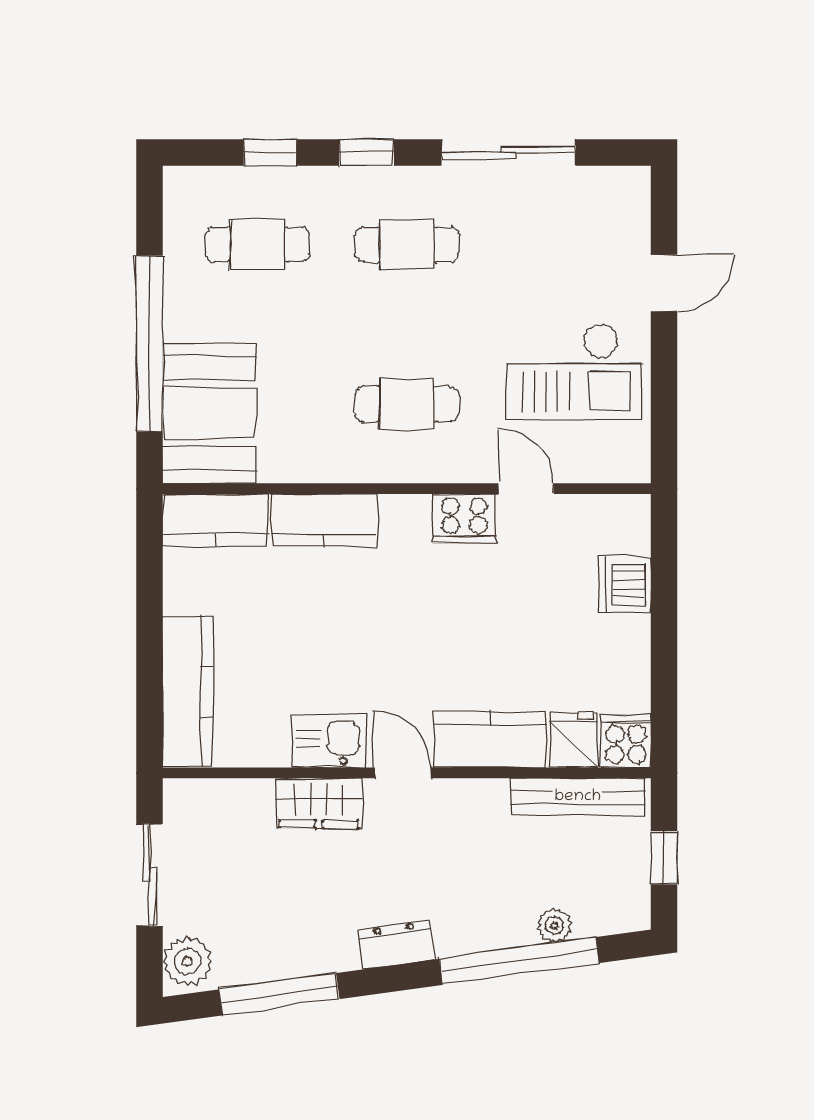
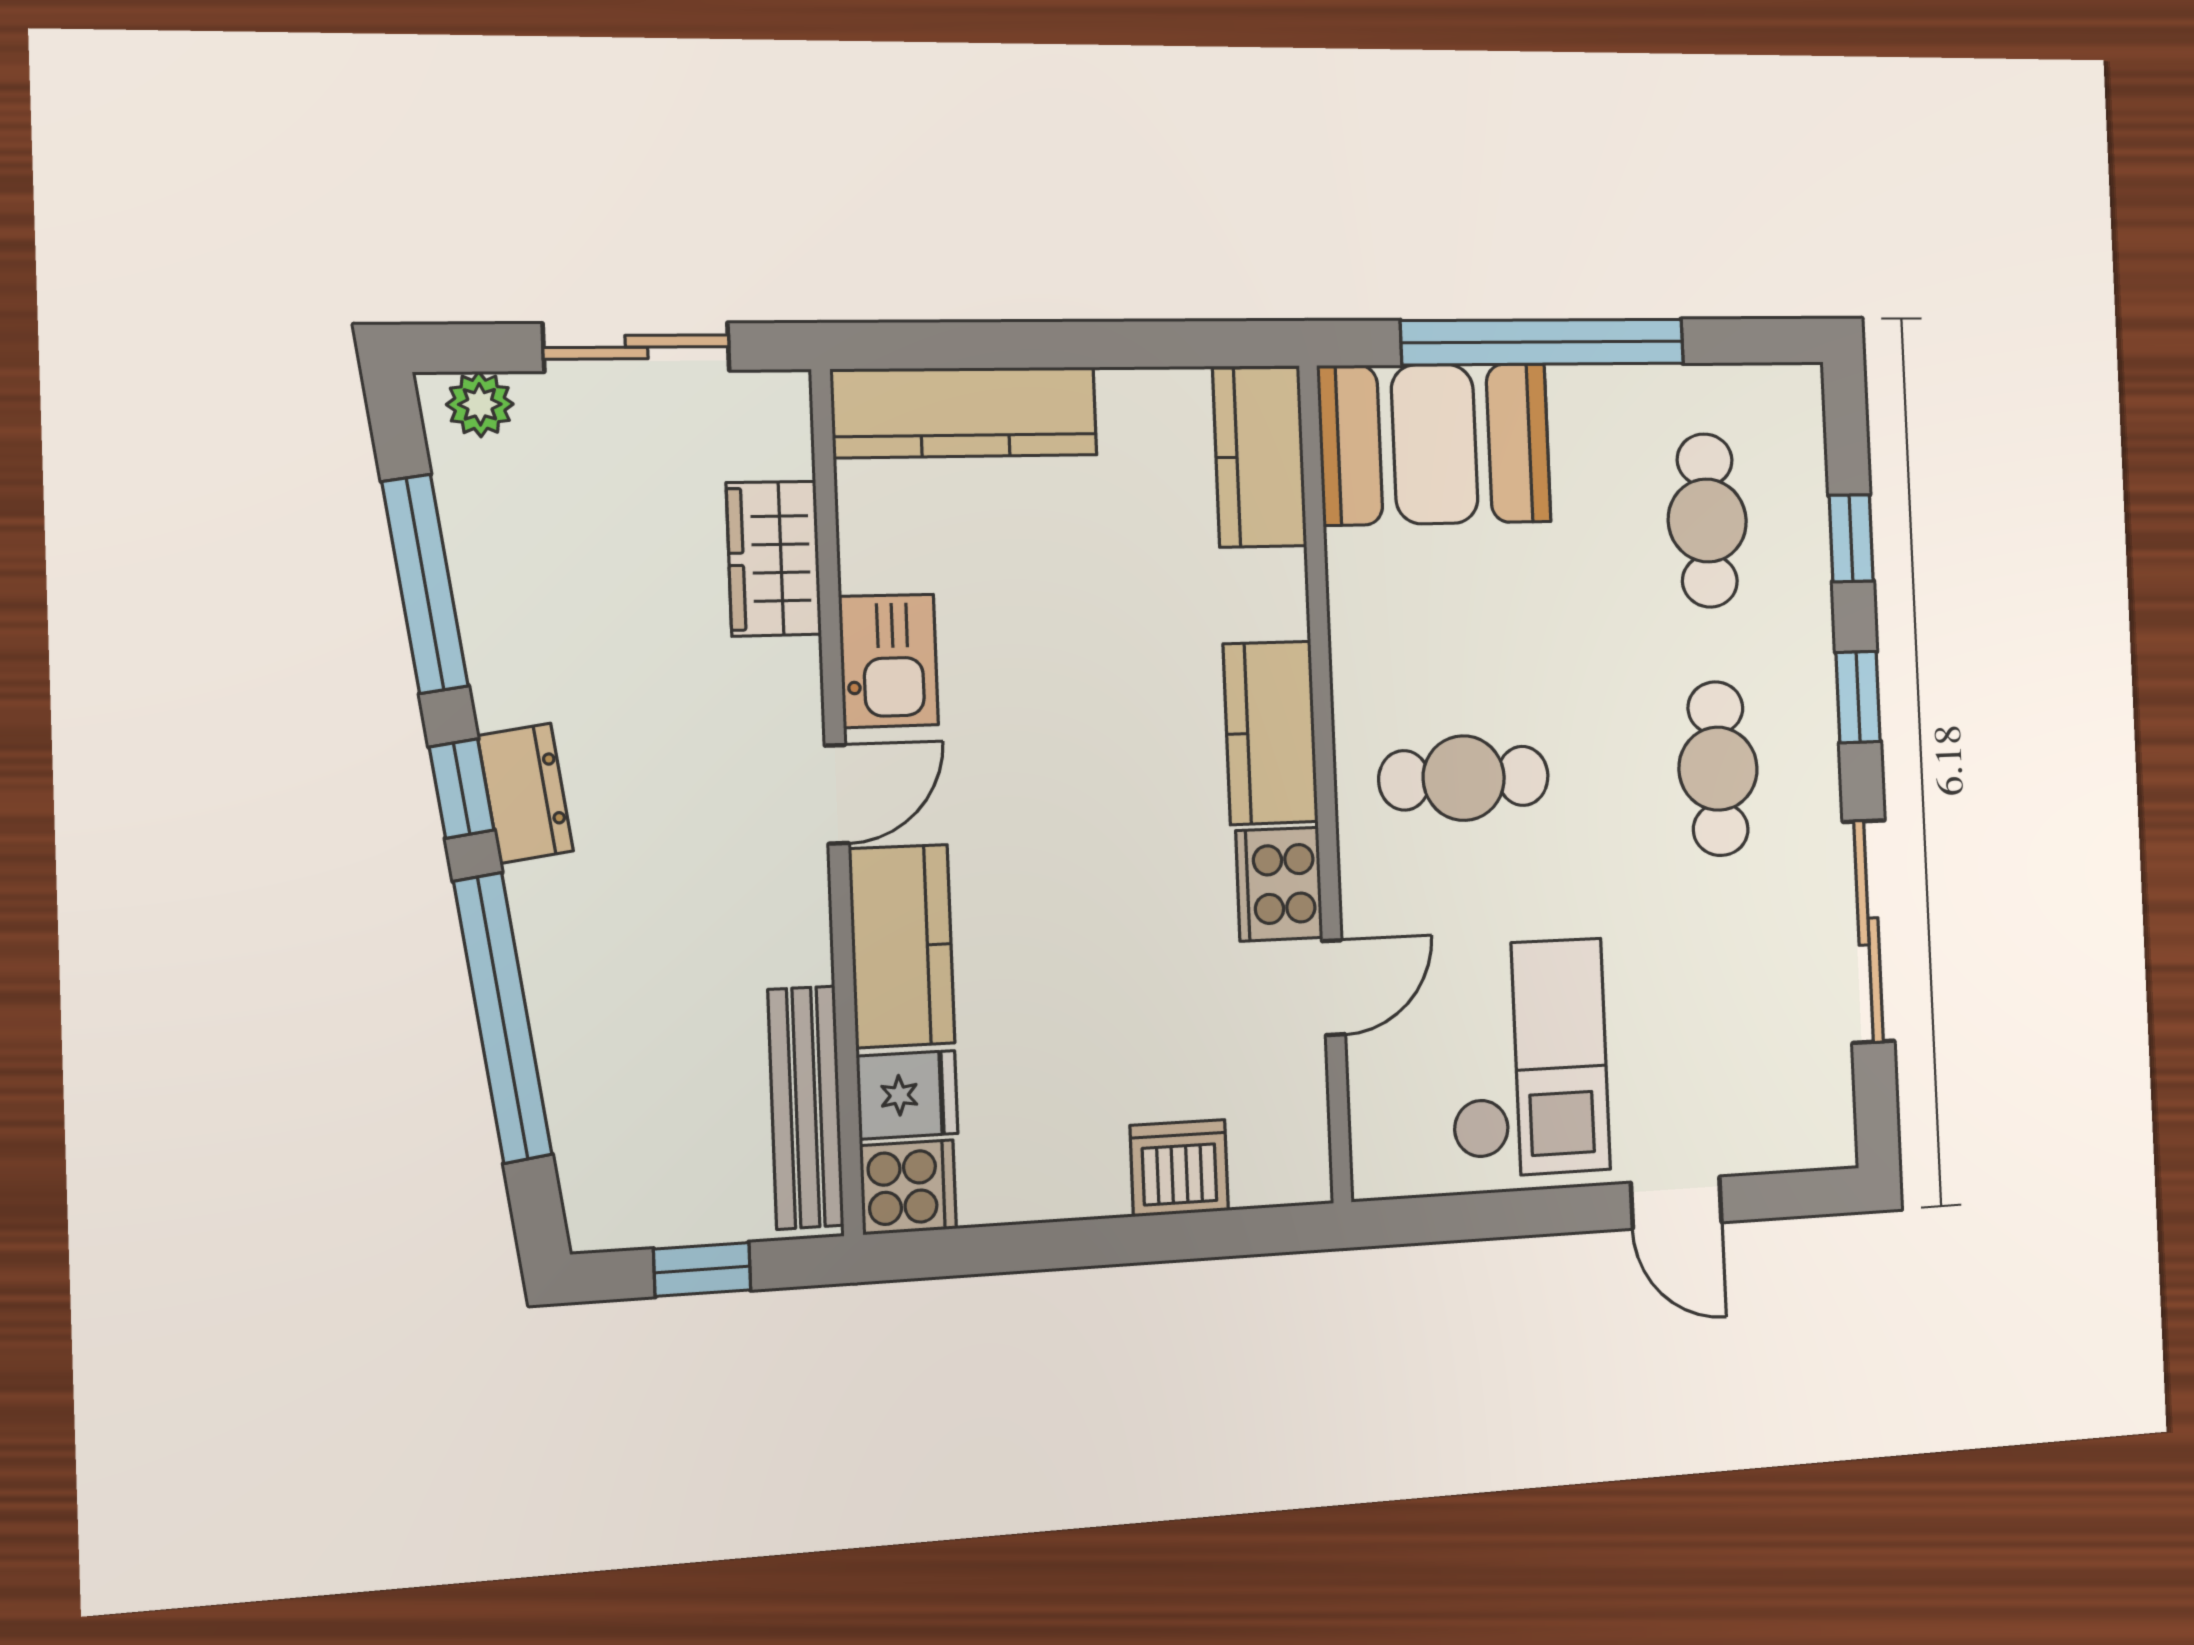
checkout: (573, 372) -> (1528, 1058), turned 180
cafe table: (407, 404) -> (1464, 778), turned 90
kitchen counter: (324, 520) -> (1271, 733), moved
wardrobe: (319, 803) -> (774, 559), moved
plant: (554, 926) -> (570, 1079), removed
plant: (187, 961) -> (480, 404), width x0.73, depth x0.73
window: (392, 979) -> (462, 789), added

